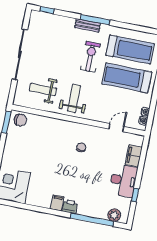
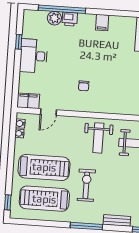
bench: (88, 25) -> (117, 220), moved
exercise bike: (90, 57) -> (86, 185), turned 180
filing cabinet: (134, 156) -> (28, 101), moved, turned -90
printer: (70, 207) -> (70, 19), moved
plant: (114, 215) -> (54, 18), moved

